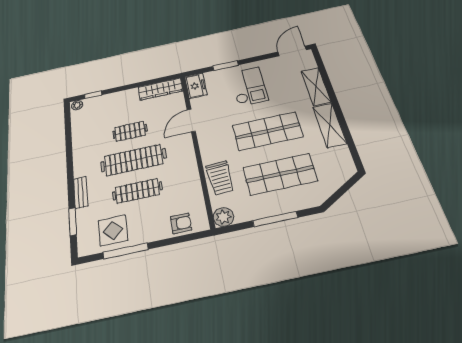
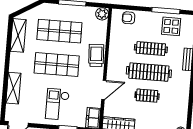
shelving: (330, 125) -> (18, 35), moved
trolley: (220, 178) -> (96, 55), moved

